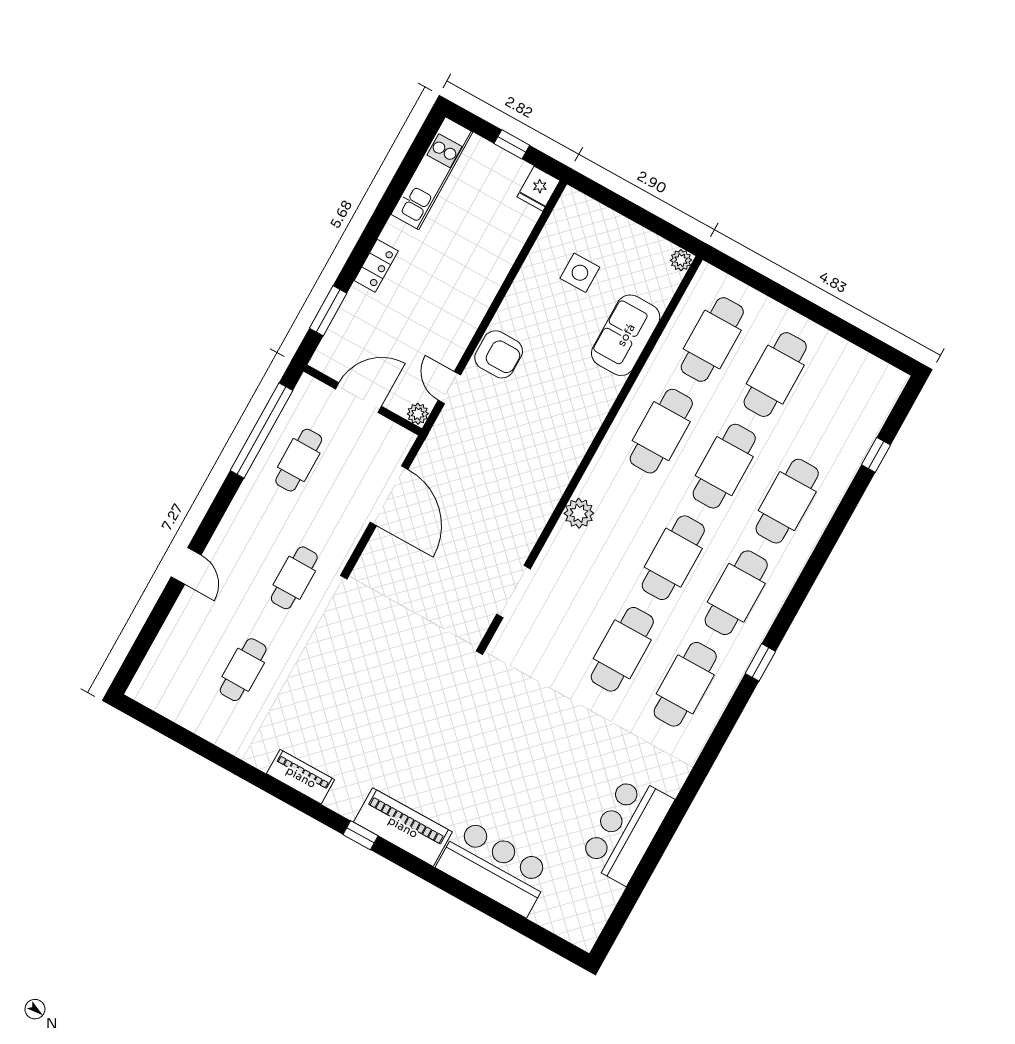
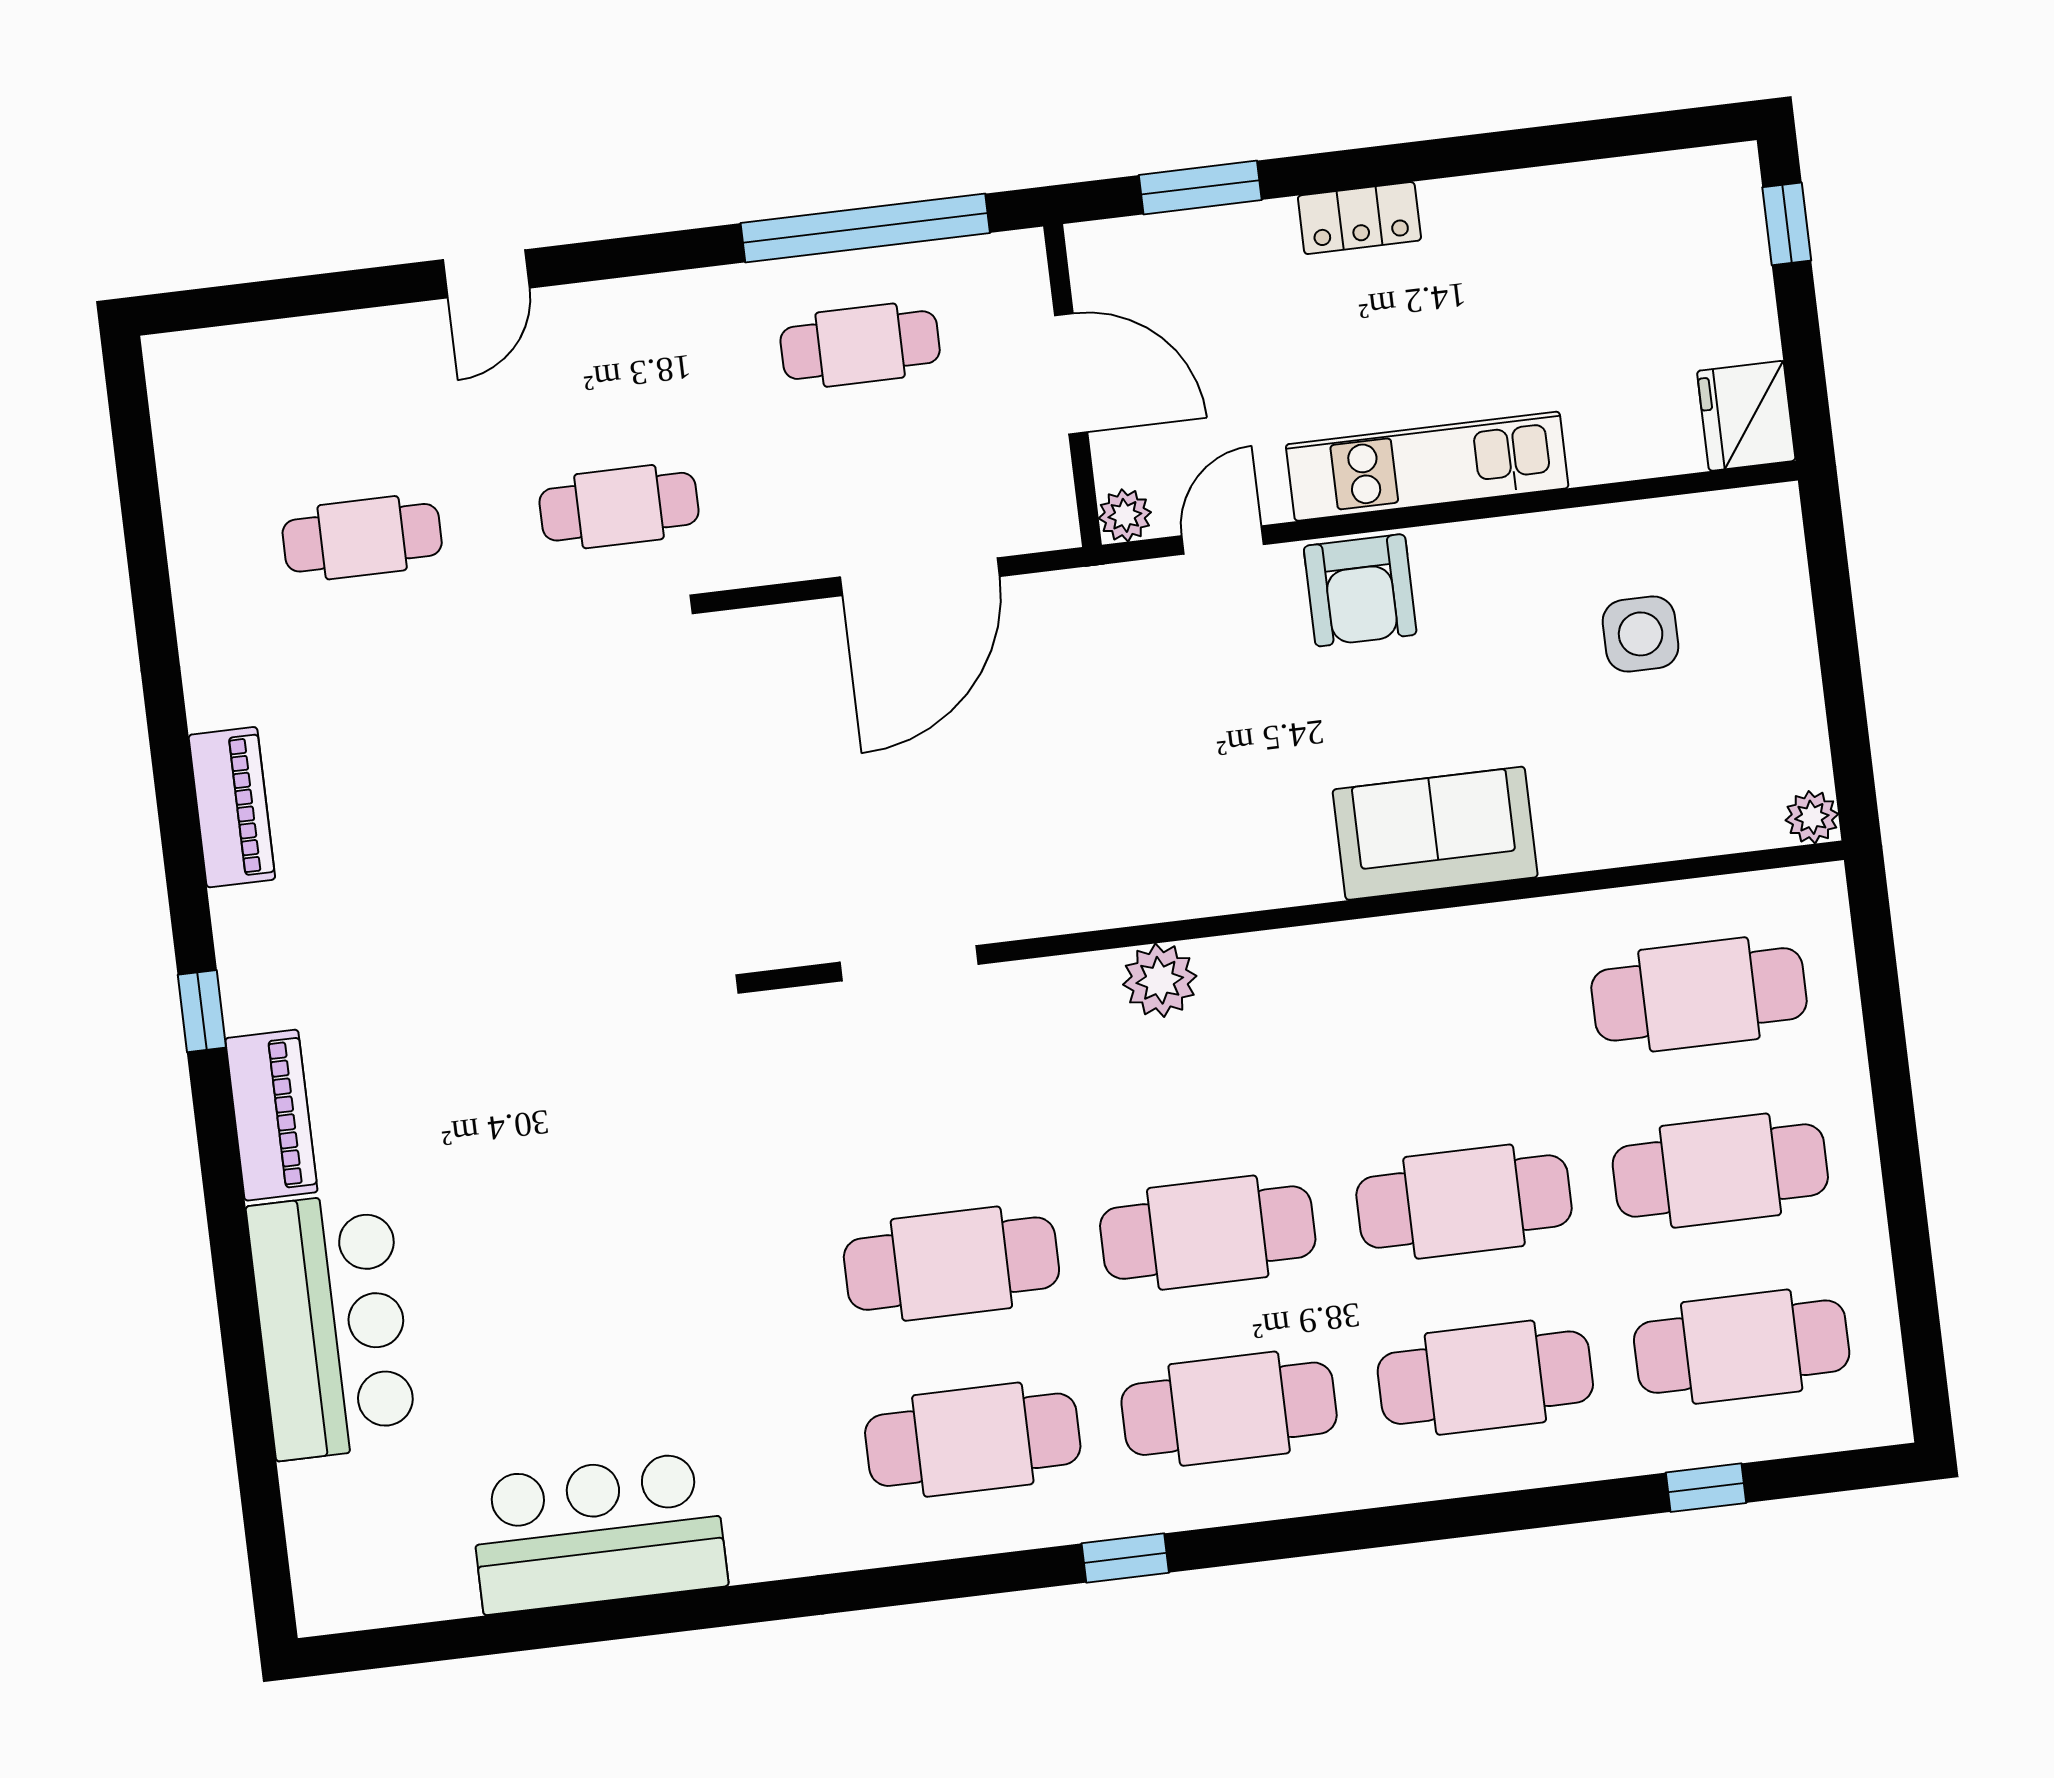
window: (512, 144) -> (1787, 224), moved
kitchen unit: (432, 173) -> (1427, 466), moved, turned 180
fridge: (538, 189) -> (1746, 416), width x1.38
sofa: (626, 335) -> (1435, 833), moved
cafe table: (661, 431) -> (1742, 1347), moved
piano: (403, 827) -> (271, 1115), width x0.73, depth x0.75

